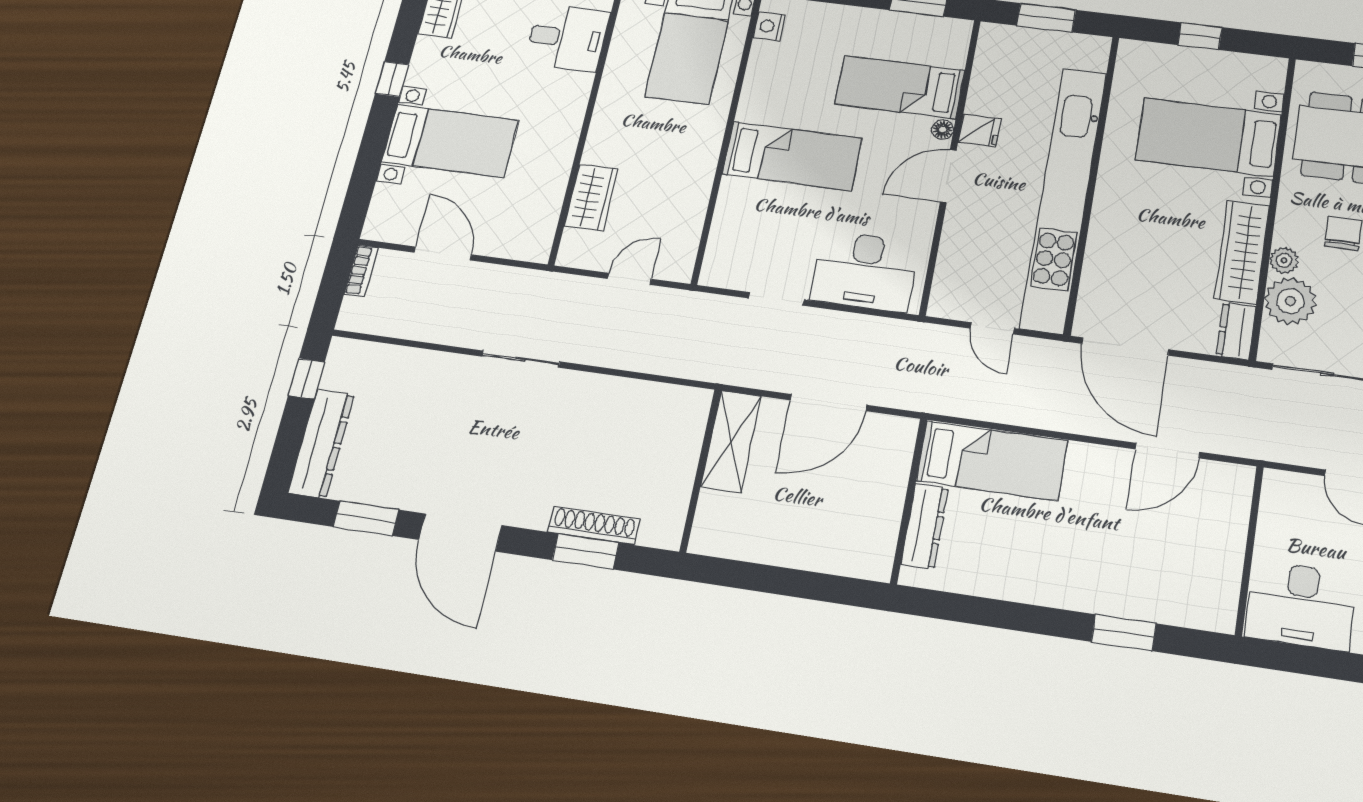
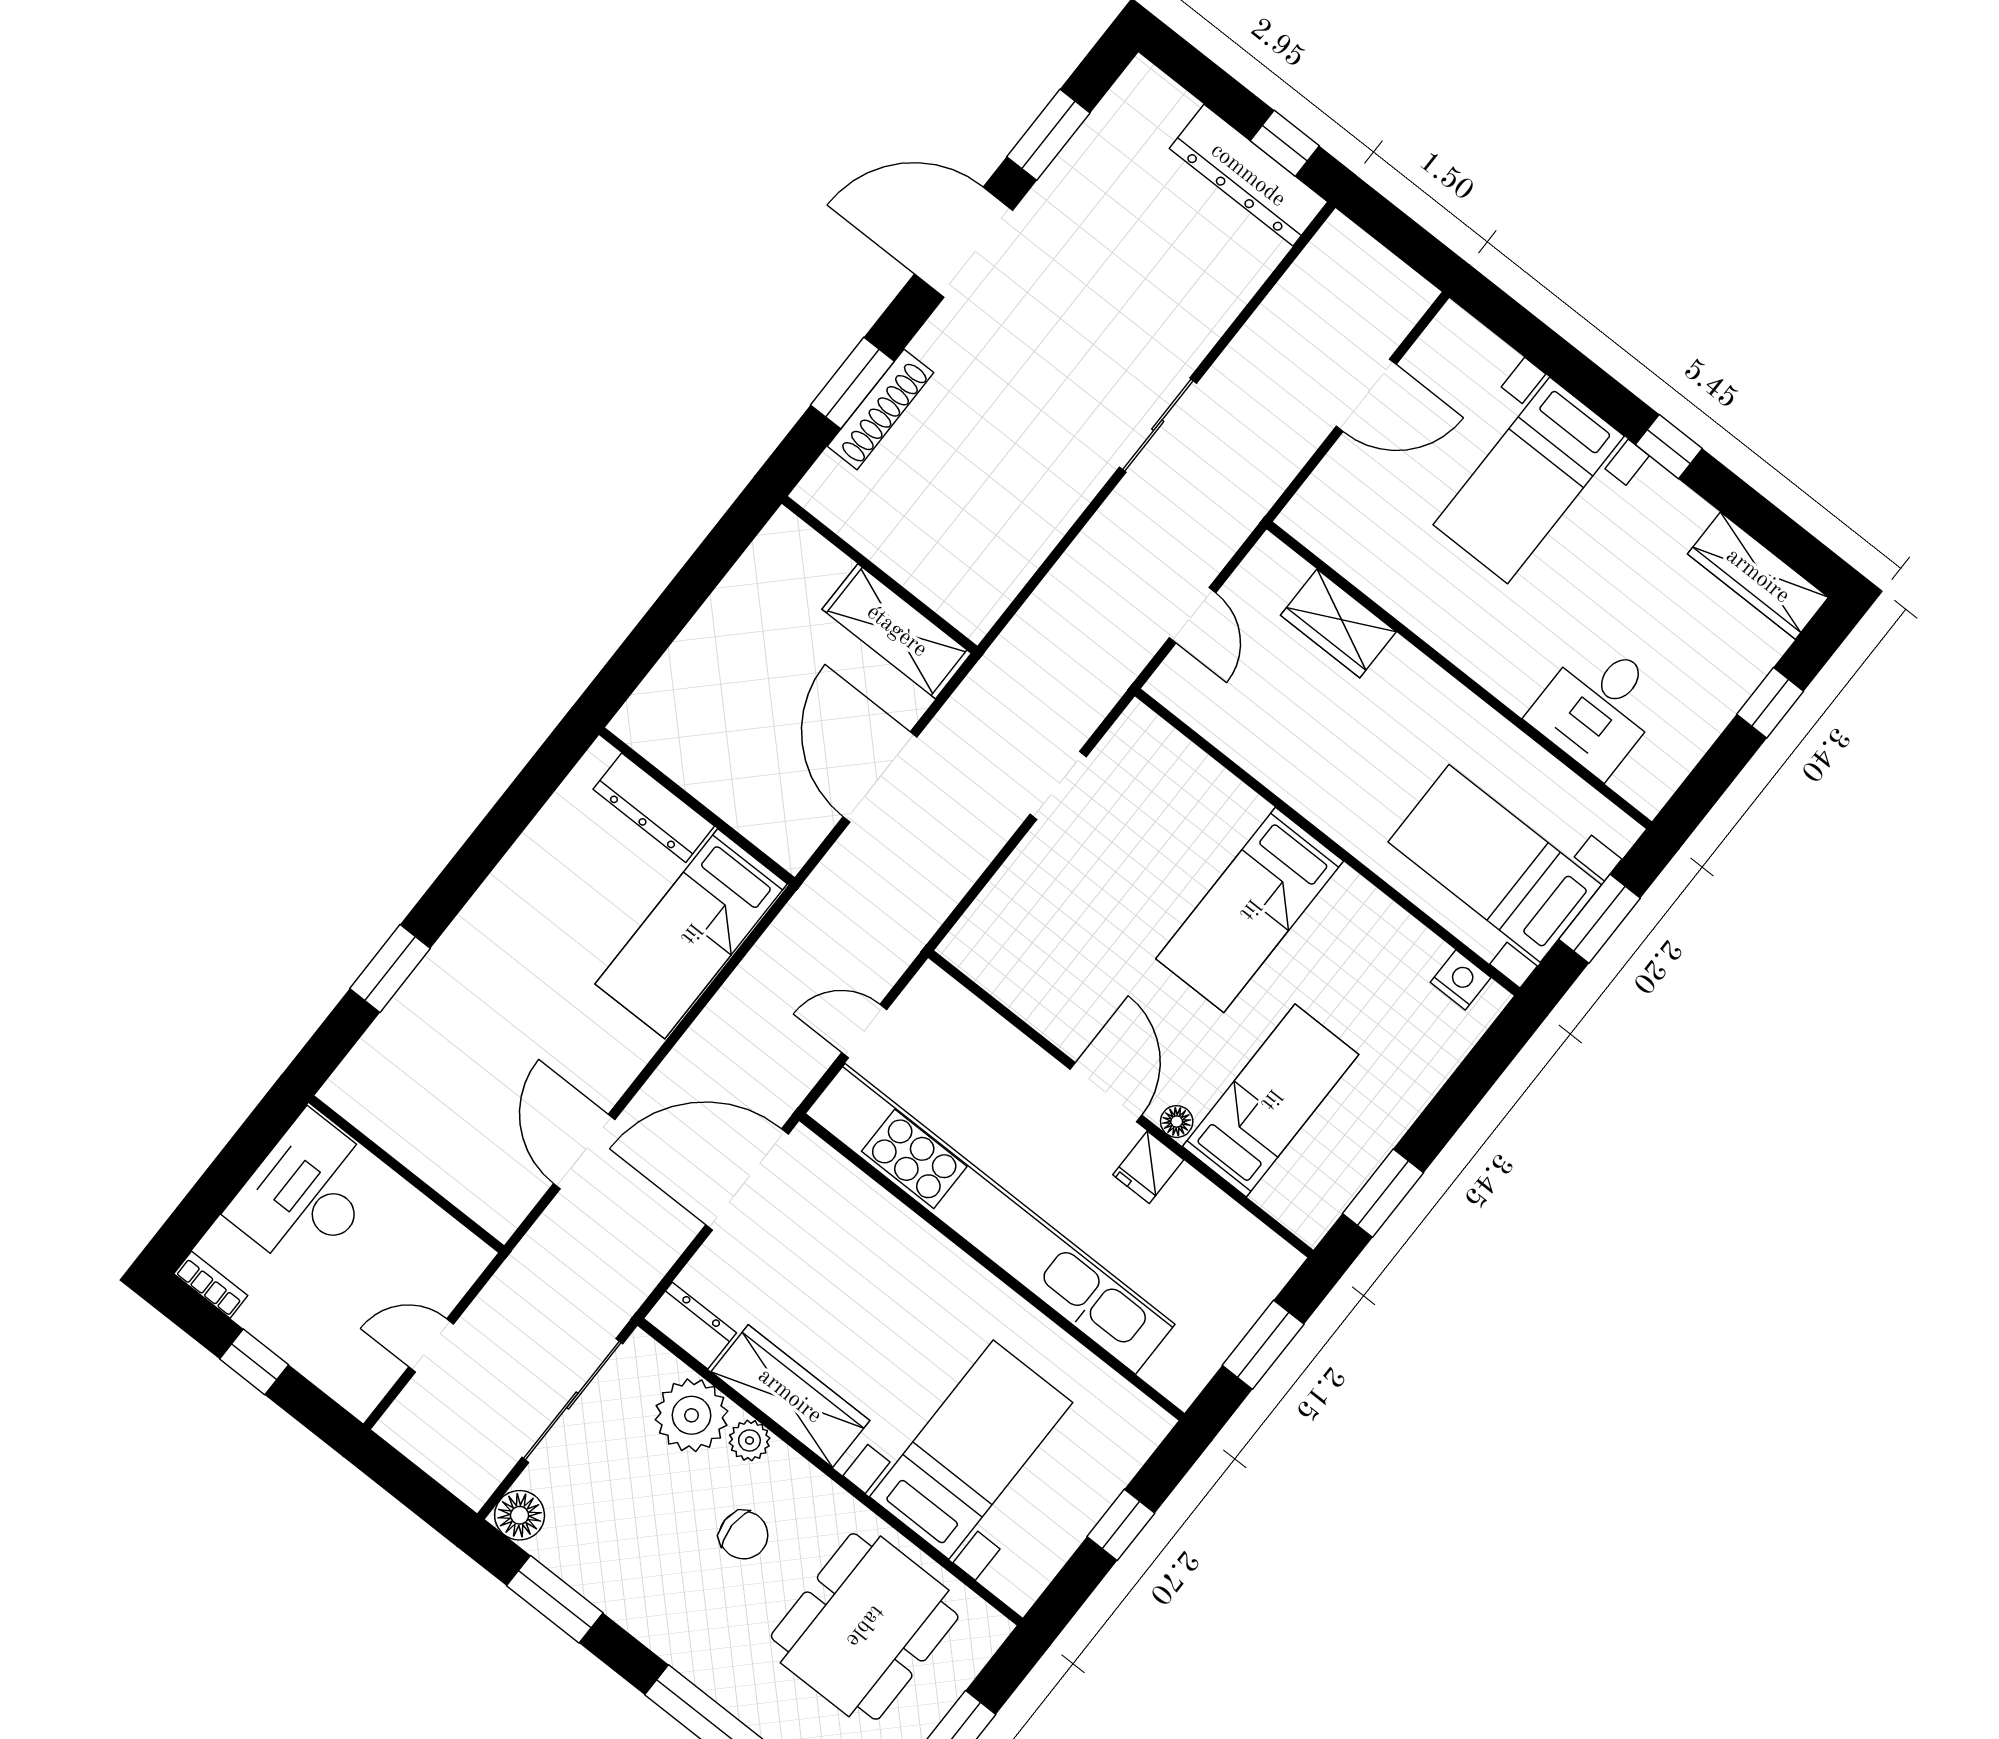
bookcase: (361, 271) -> (1401, 280), removed
desk: (864, 271) -> (1033, 915), removed
dresser: (321, 443) -> (1248, 175), moved

